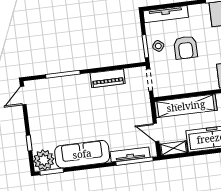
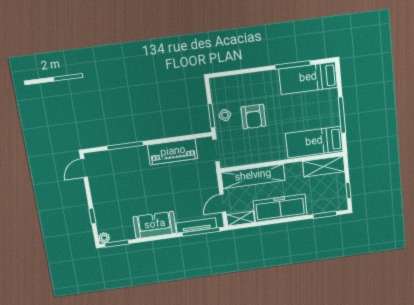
tv unit: (166, 14) -> (233, 81), removed
piano: (108, 78) -> (173, 152), width x1.37, depth x1.33
door: (156, 132) -> (223, 203), hinge flipped
sofa: (82, 154) -> (155, 225), width x0.73
plant: (44, 160) -> (104, 238), width x0.53, depth x0.53

